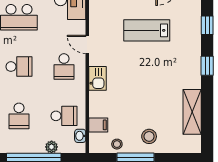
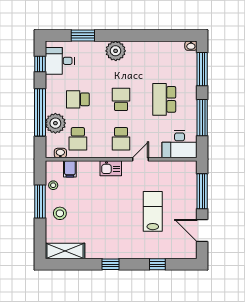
window: (207, 66) -> (110, 264), moved
school desk: (19, 67) -> (121, 99), turned 180
school desk: (64, 67) -> (121, 139), turned -90
shelving: (192, 112) -> (65, 251), moved
plant: (52, 147) -> (55, 123), width x1.88, depth x1.88

